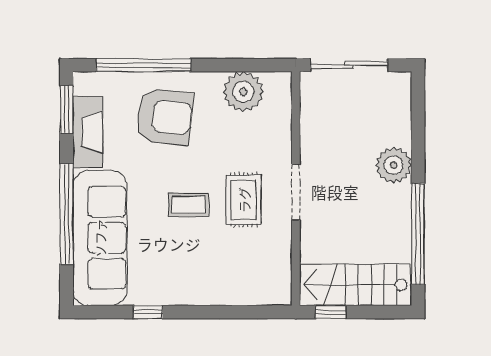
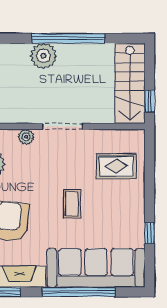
plant: (281, 141) -> (26, 137), added
rug: (244, 200) -> (116, 166), moved
window: (418, 234) -> (68, 38), moved

